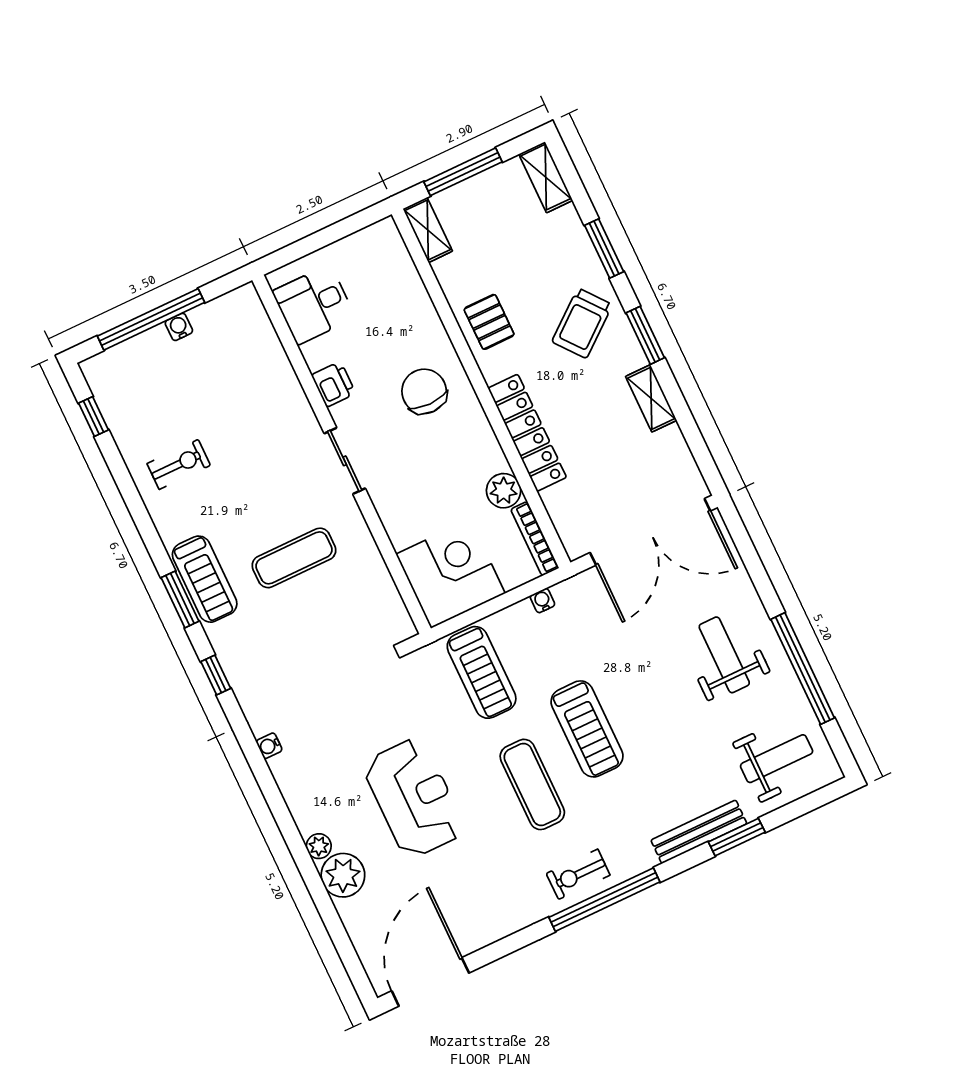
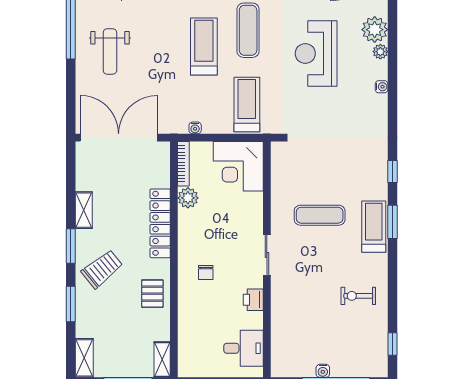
chair: (424, 391) -> (206, 272), width x0.54, depth x0.54
water cooler: (269, 746) -> (382, 87), moved

